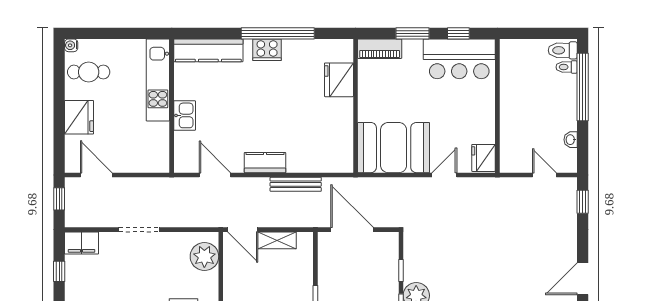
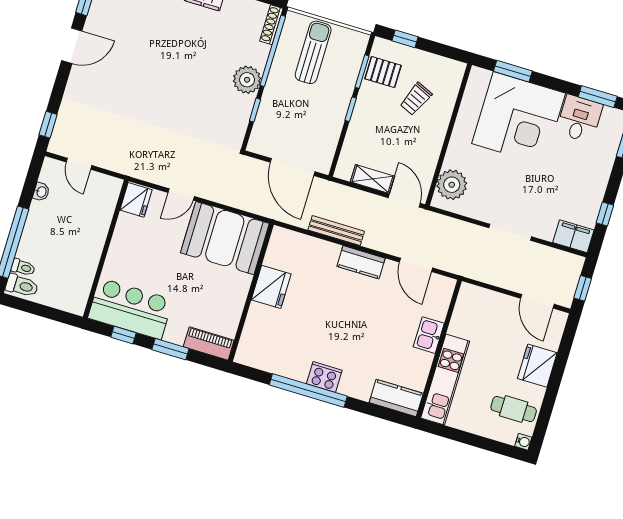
kitchen counter: (208, 50) -> (396, 398), width x0.67
fridge: (339, 80) -> (271, 287), moved

